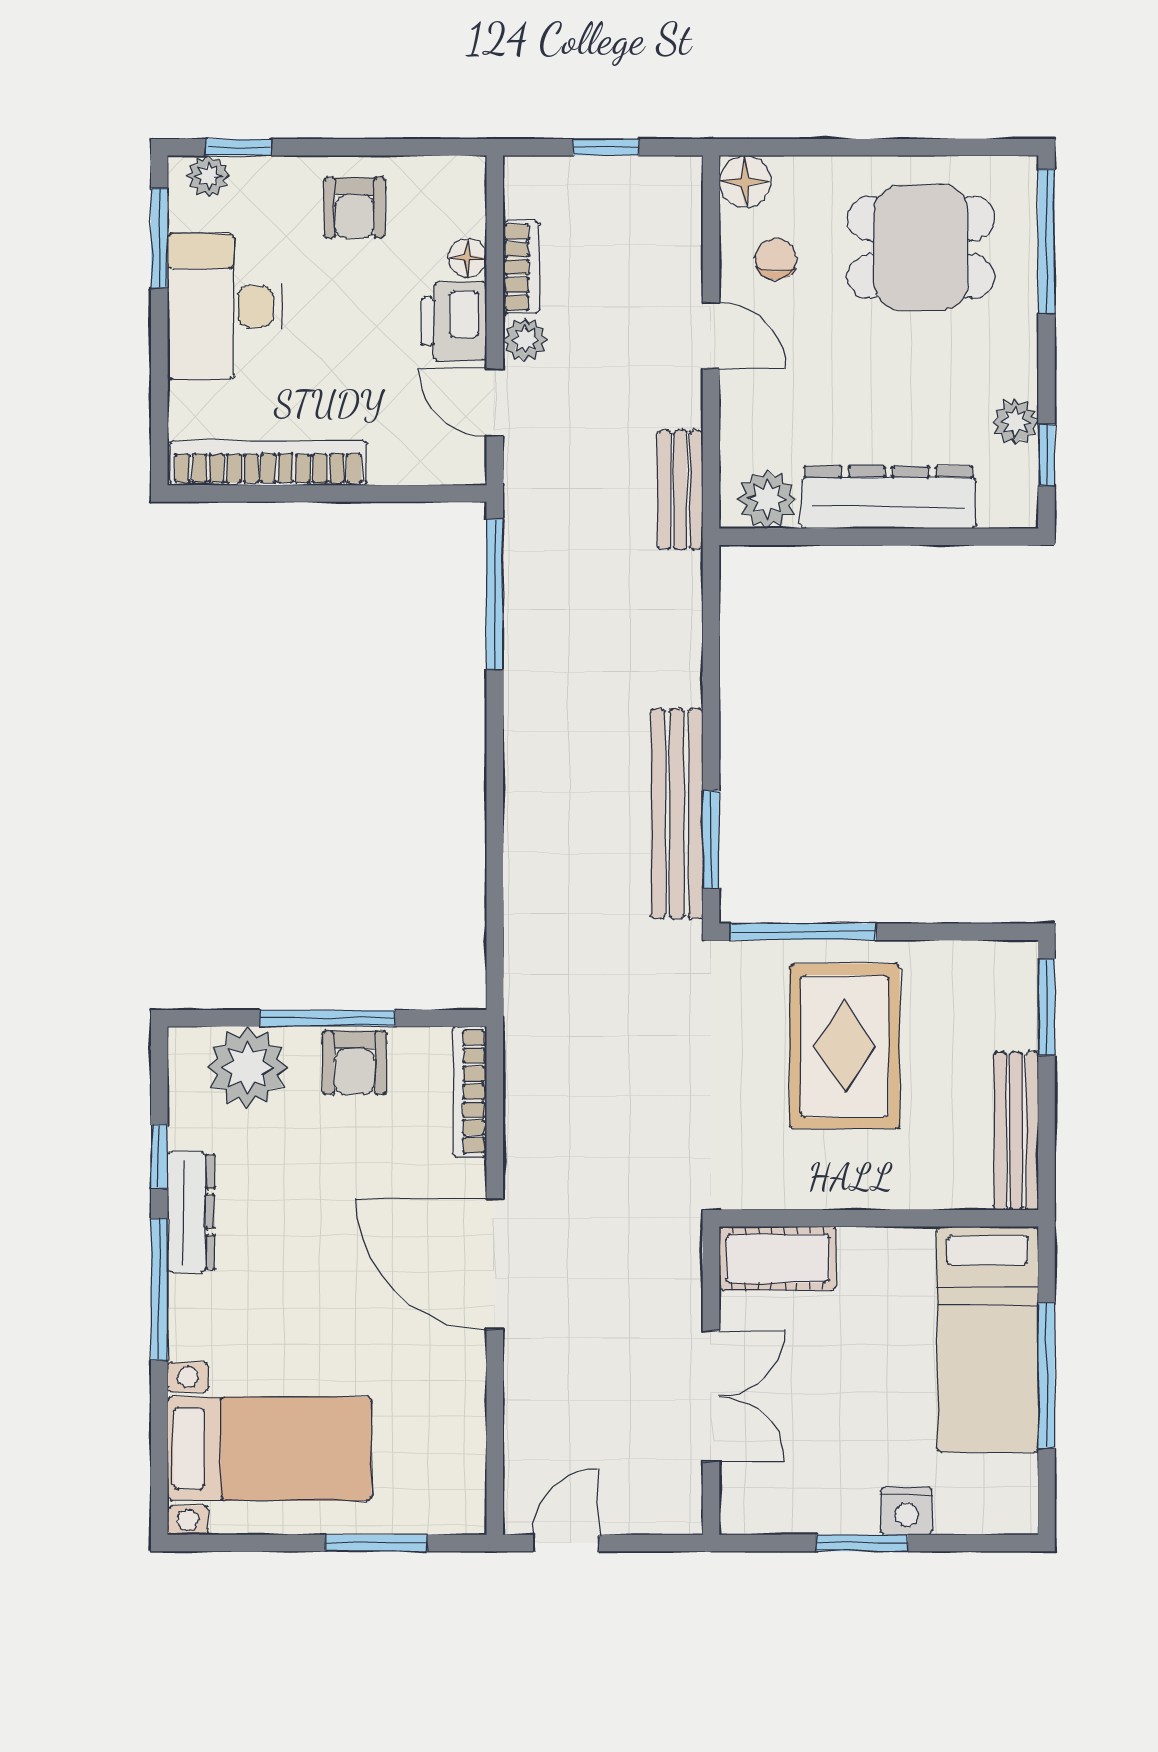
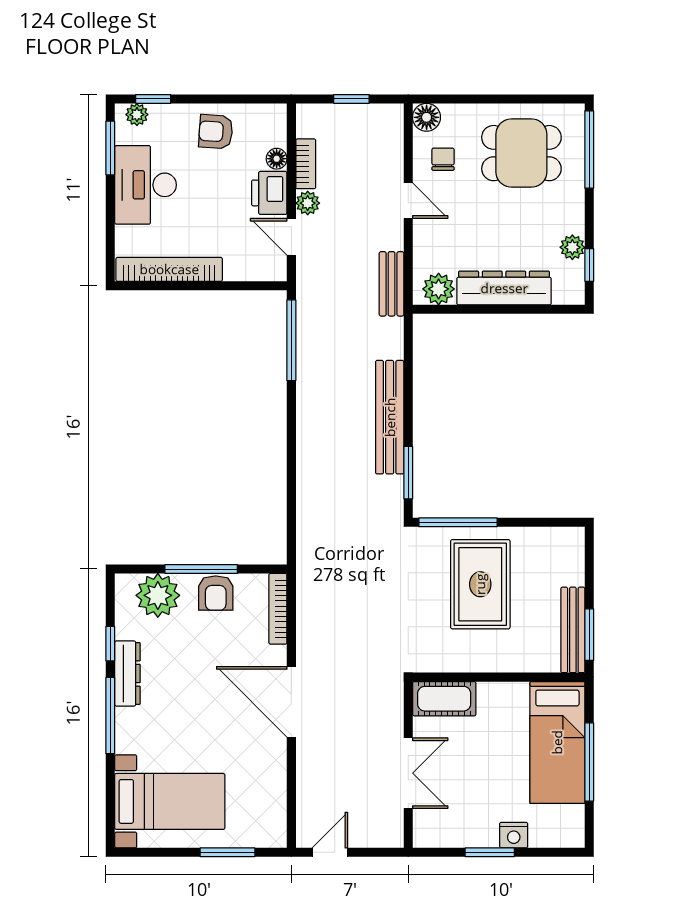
armchair: (355, 208) -> (216, 132), turned 94
bench: (677, 814) -> (390, 417), moved
window: (1046, 1007) -> (589, 635), moved

